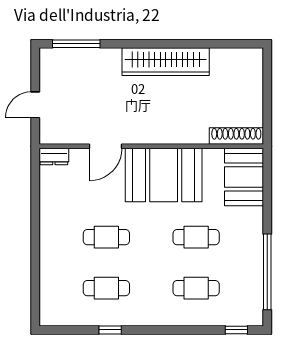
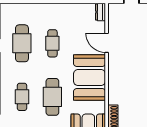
cafe table: (196, 237) -> (52, 97), width x1.37, depth x1.35
cafe table: (106, 288) -> (22, 43), width x1.37, depth x1.35

